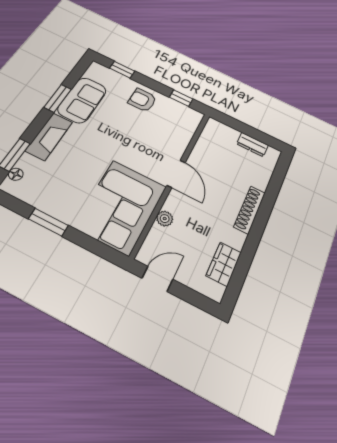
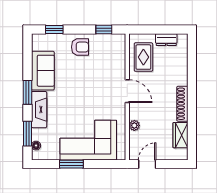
window: (58, 98) -> (27, 92), moved
armchair: (142, 100) -> (80, 47), turned 180
rug: (215, 148) -> (143, 57), added
corner sofa: (121, 206) -> (88, 140), moved, turned 90
shoe rack: (250, 210) -> (182, 104), moved

